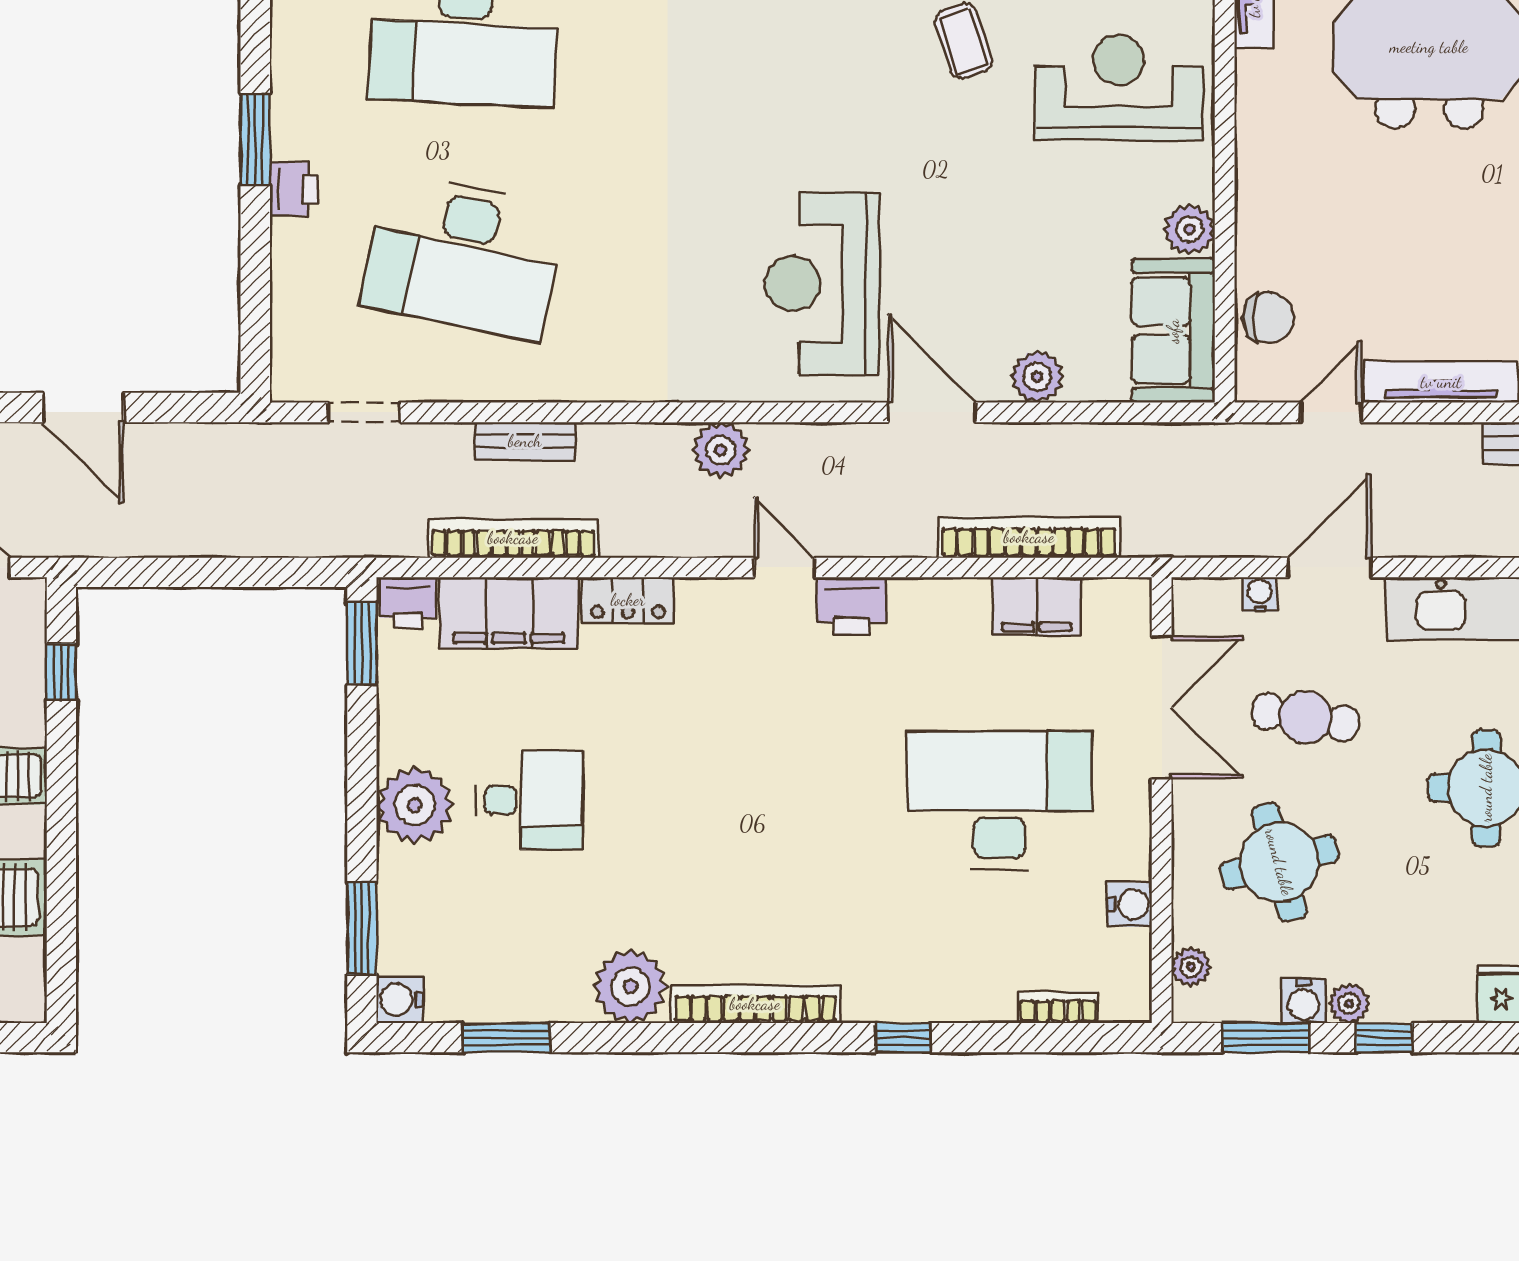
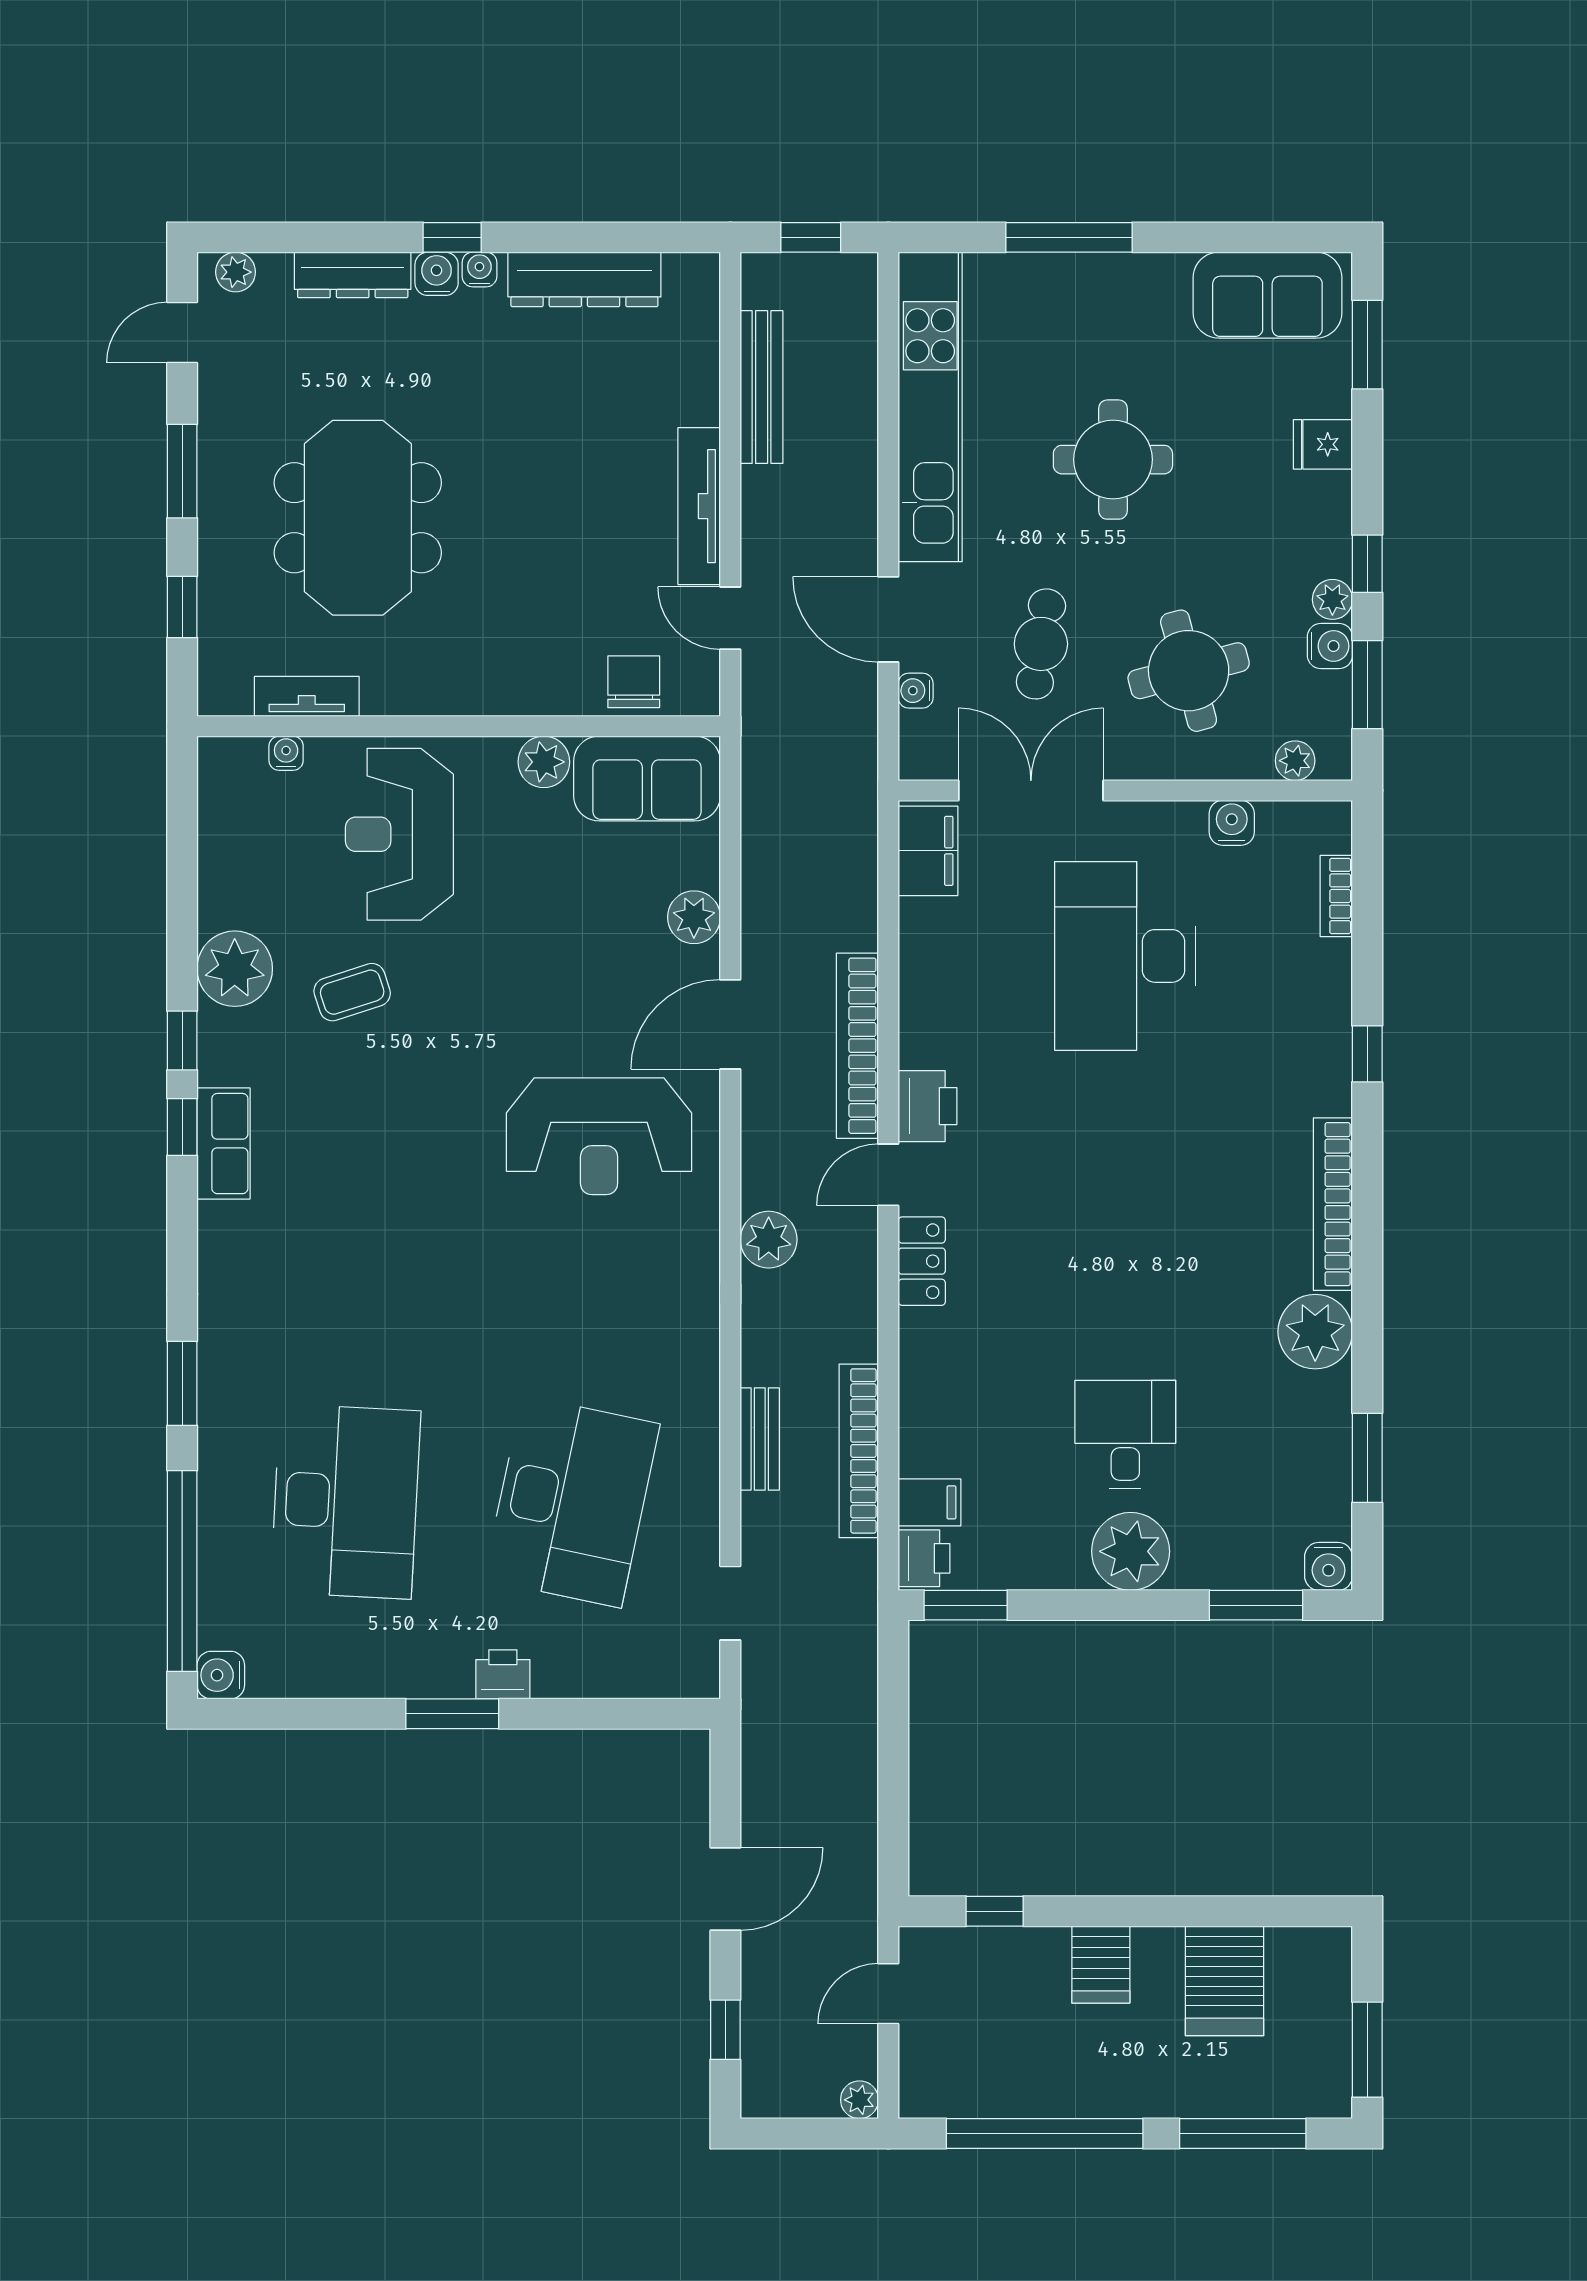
bookcase: (1029, 537) -> (857, 1046), moved
locker: (628, 600) -> (922, 1261), moved
filing cabinet: (1037, 606) -> (928, 851), moved
filing cabinet: (509, 613) -> (930, 1502), width x0.33, depth x0.86

